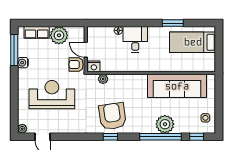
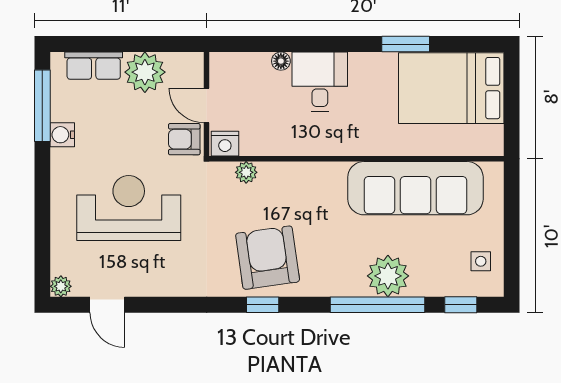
bed: (193, 42) -> (451, 88), width x1.50

